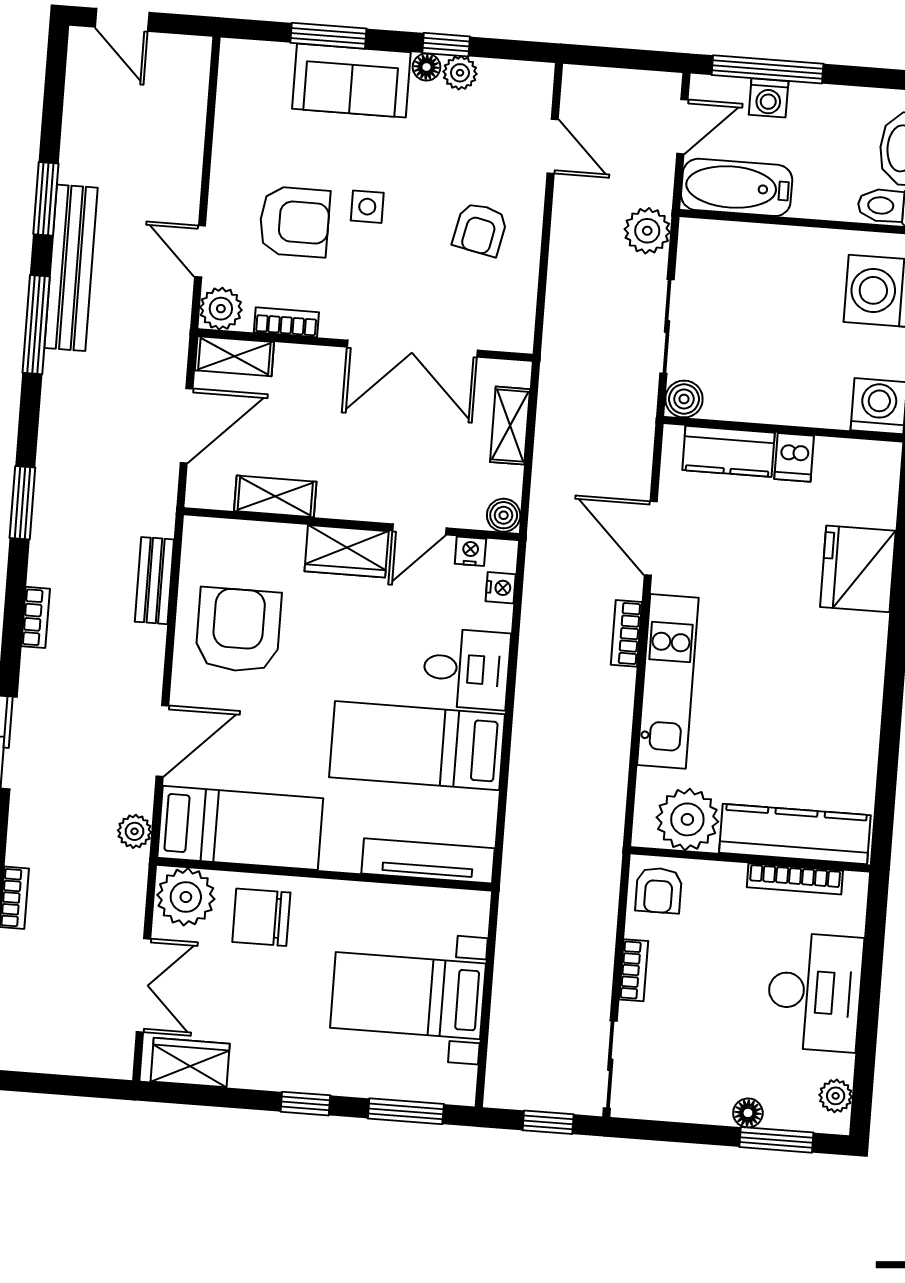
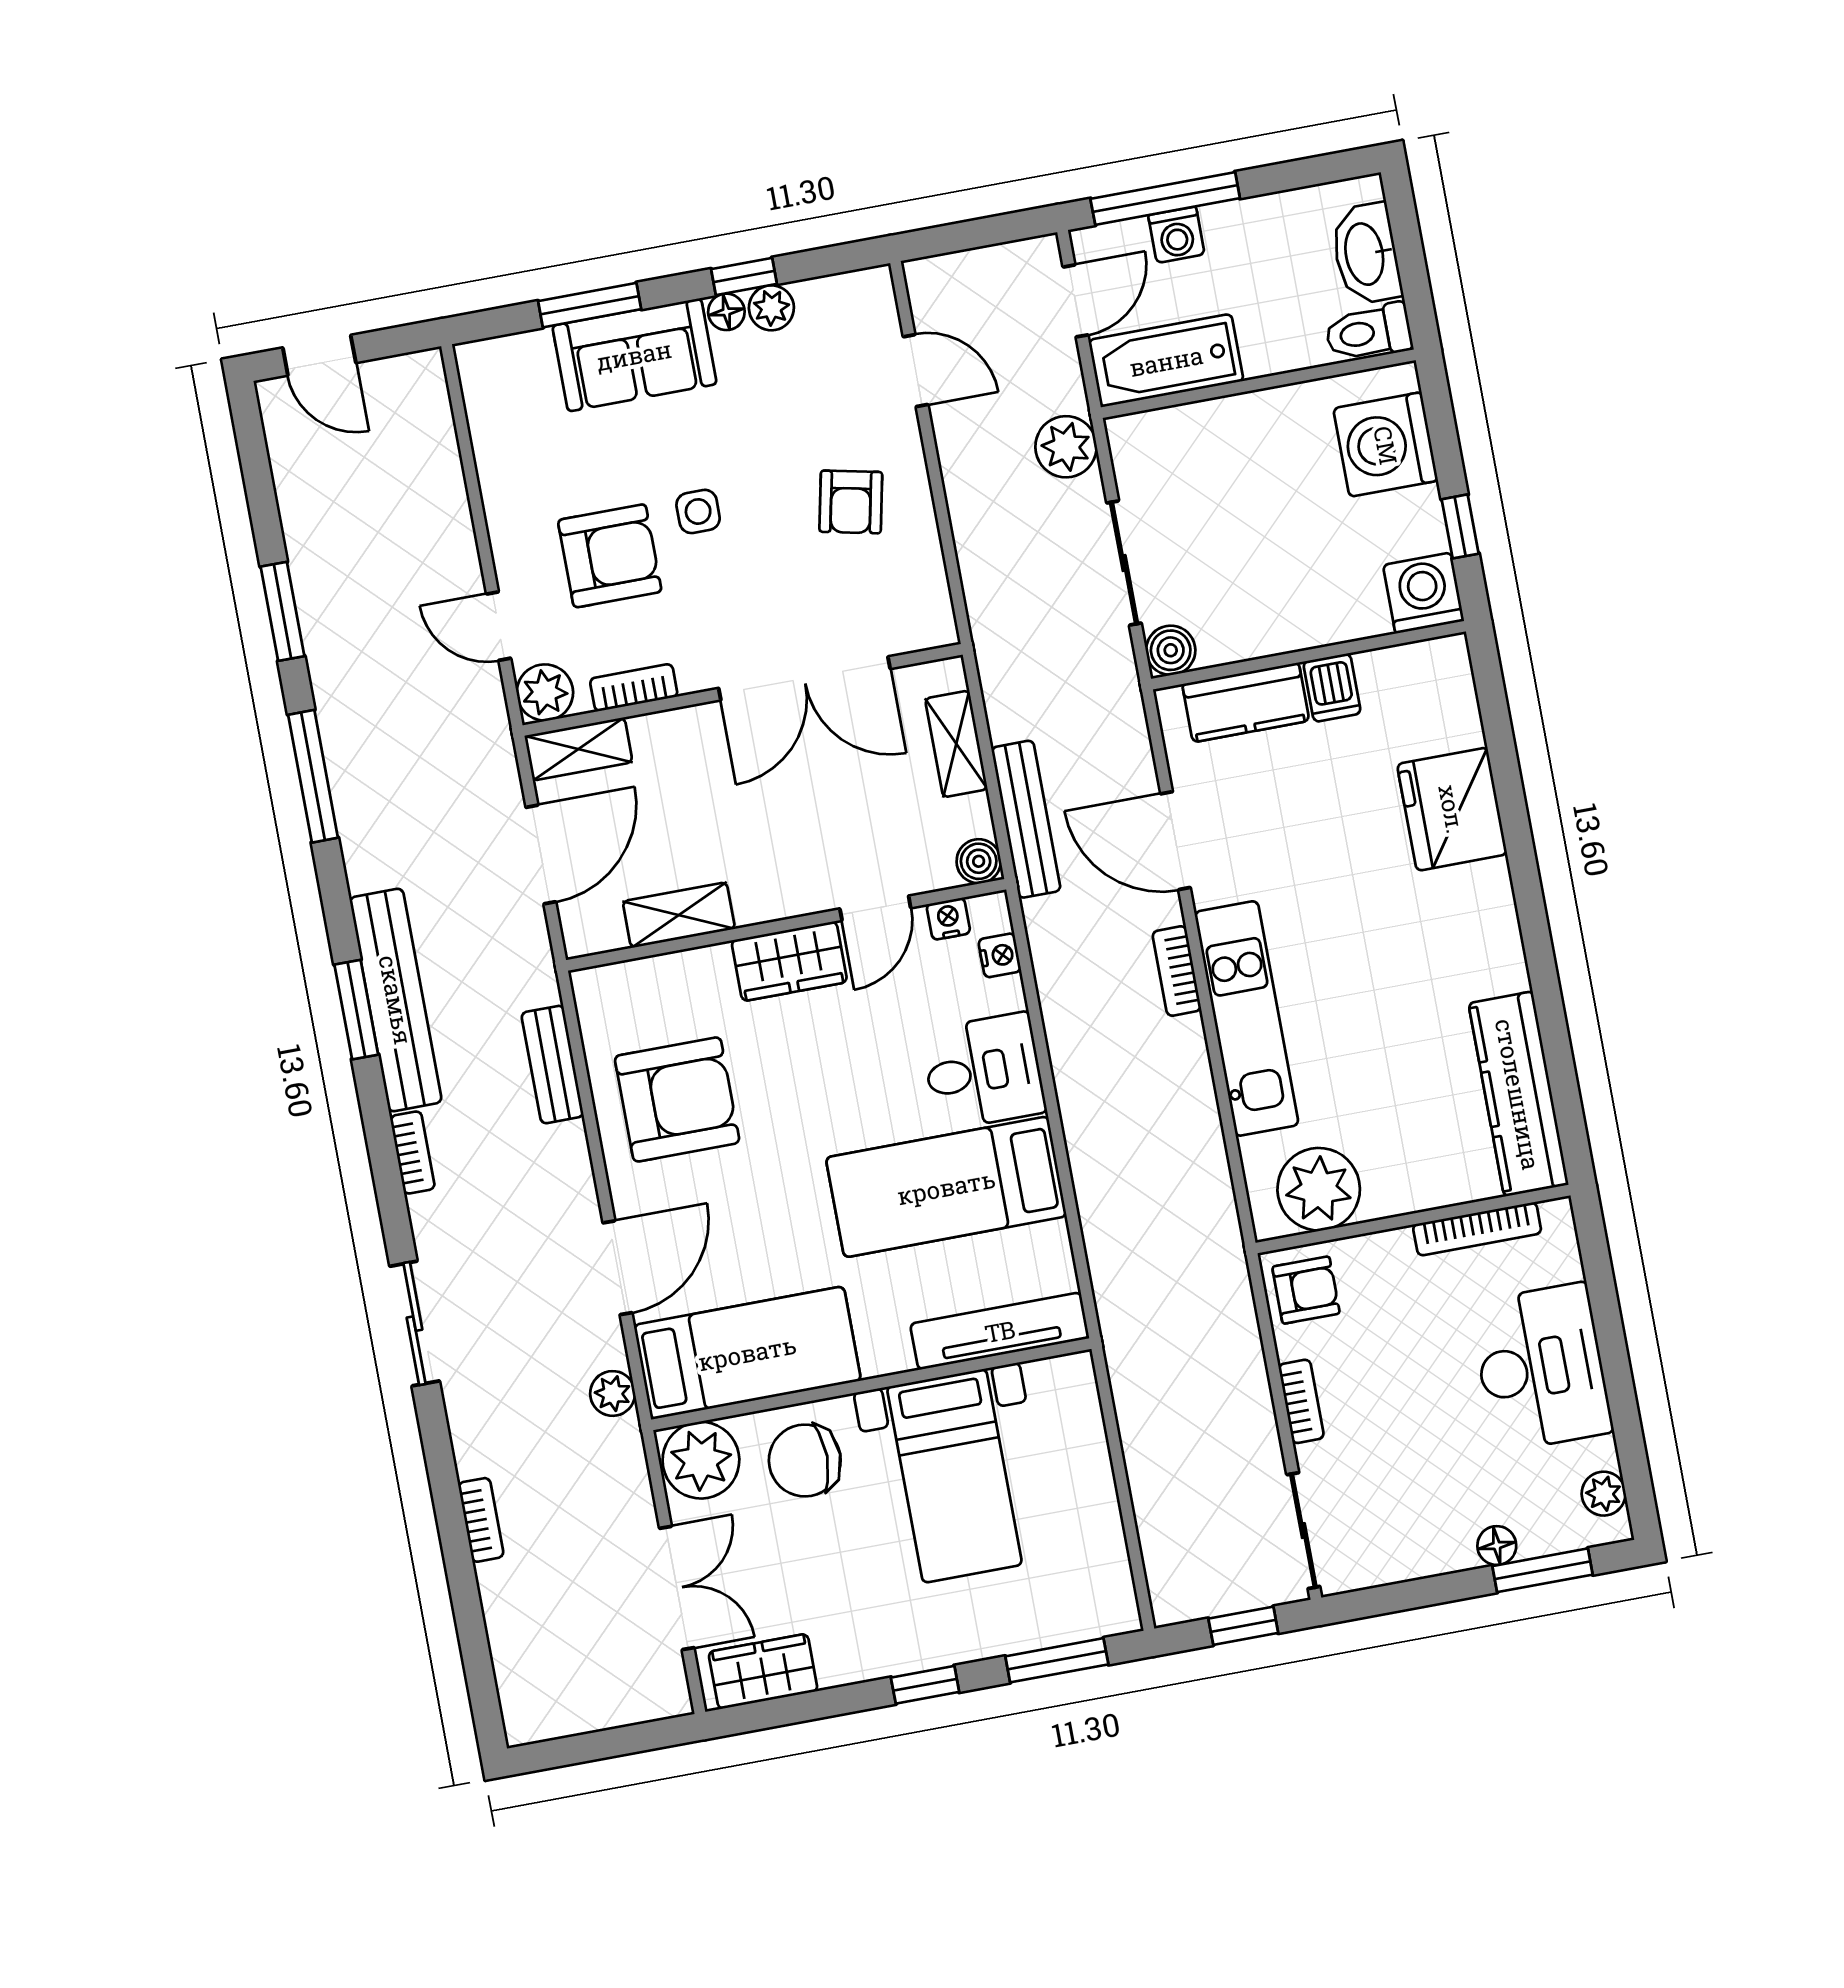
bench: (71, 268) -> (396, 1000), moved
bench: (546, 494) -> (1026, 819), added
armchair: (238, 630) -> (677, 1099), turned 90
kitchen counter: (795, 834) -> (1518, 1094), moved, turned -90
armchair: (659, 890) -> (1306, 1290), turned -90
bed with nightstands: (408, 996) -> (954, 1476), moved, turned -90

